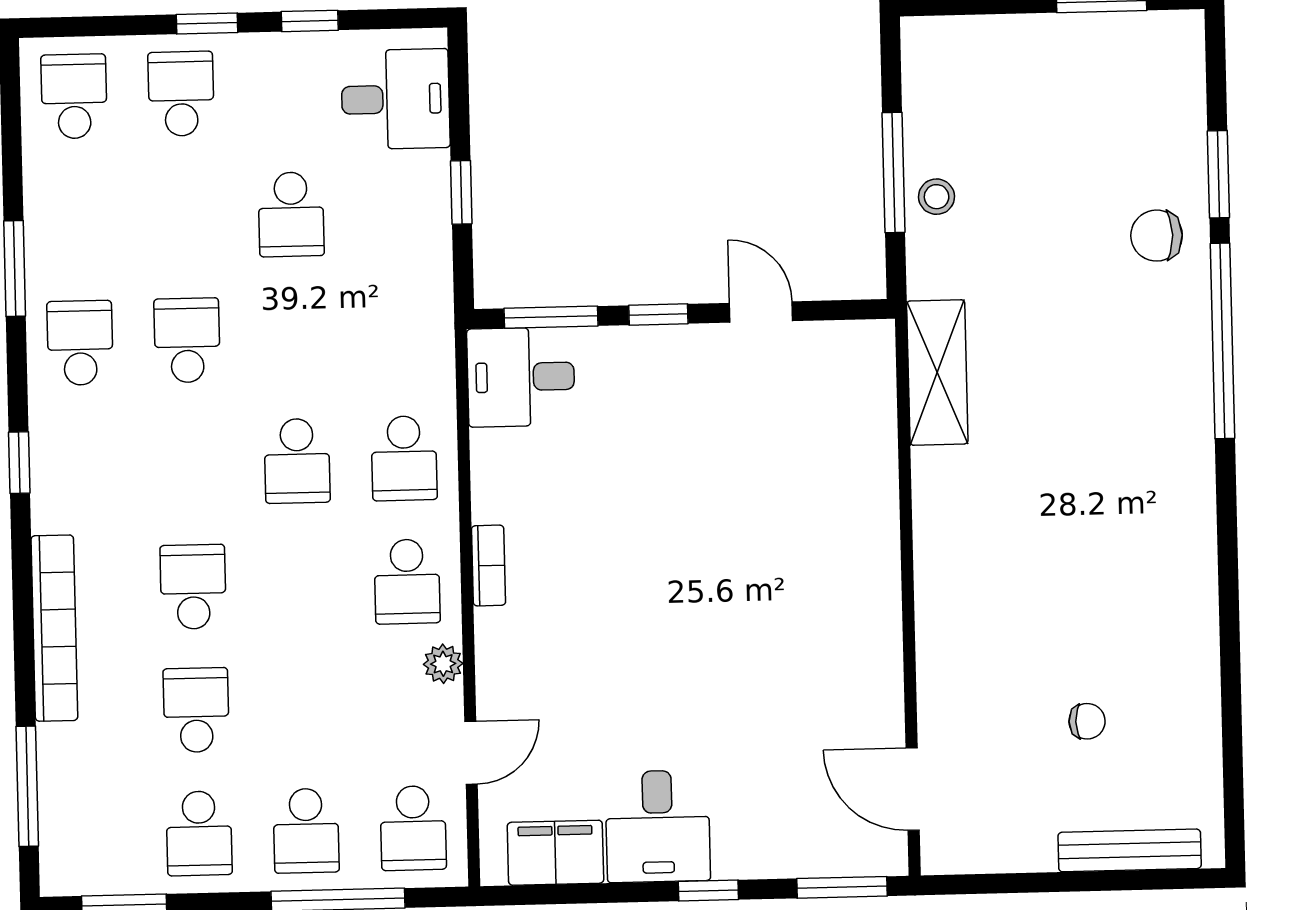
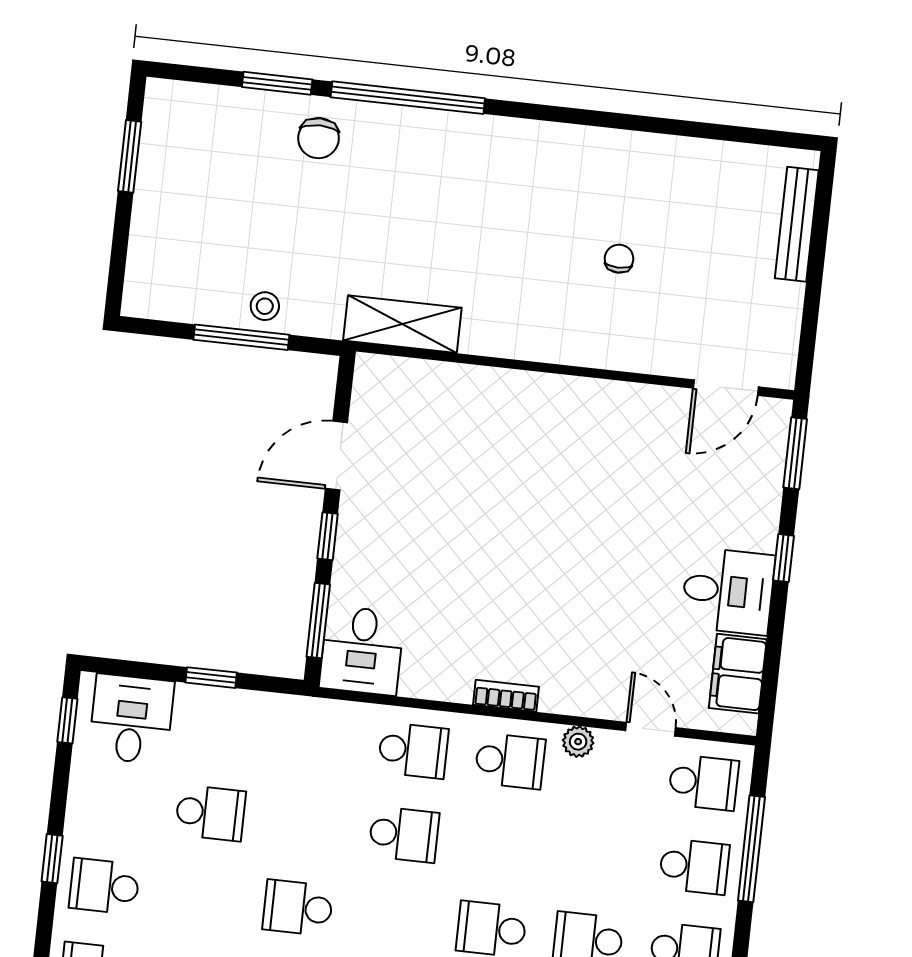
window: (310, 21) -> (67, 720), moved
door: (761, 312) -> (336, 456), width x1.38
chair: (1087, 721) -> (619, 259), moved

